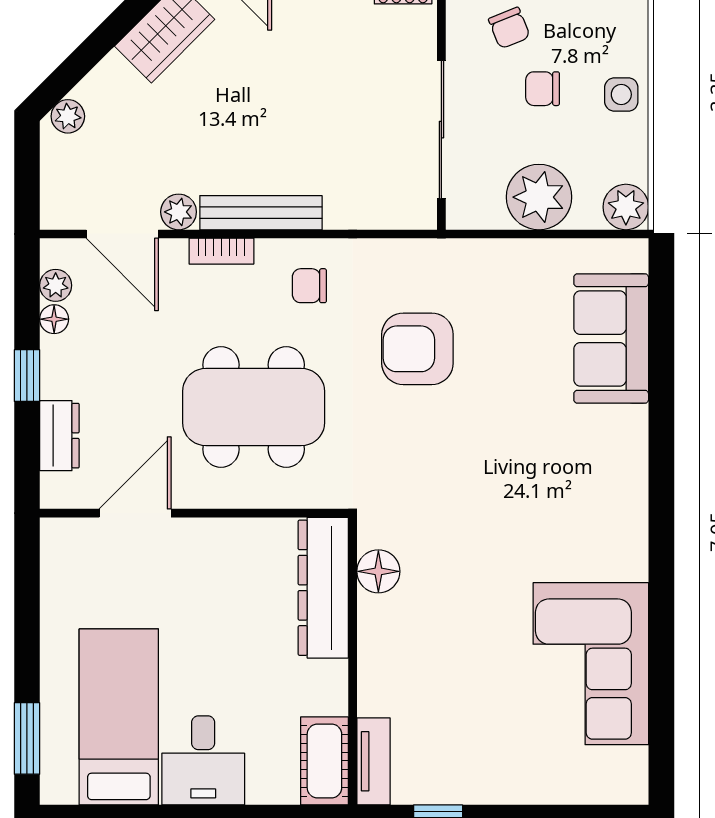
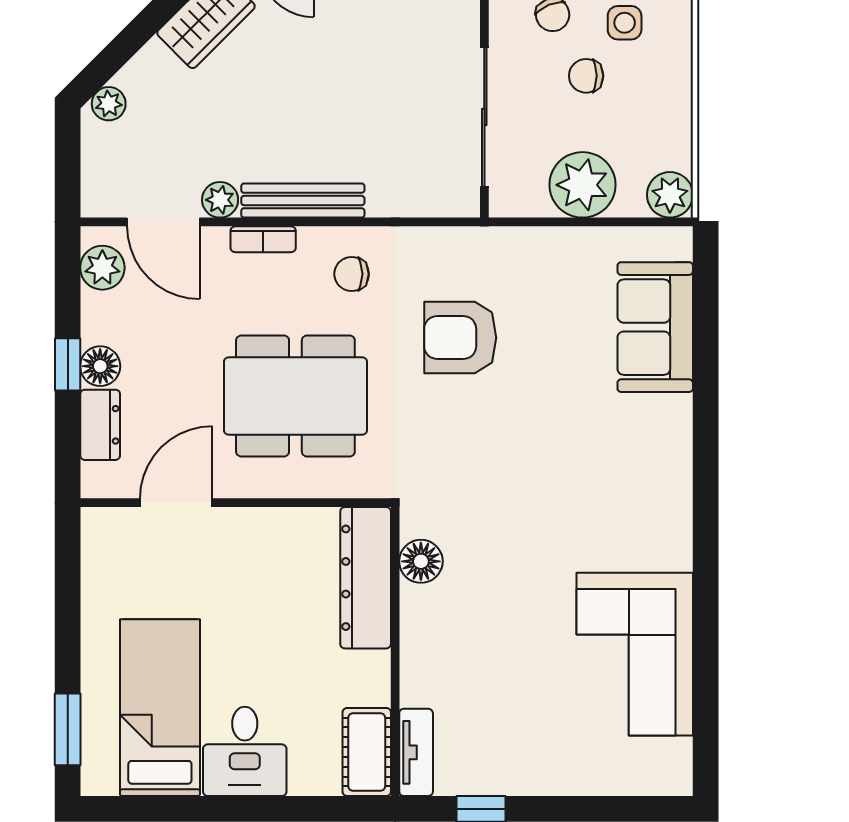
side table: (621, 94) -> (625, 23), moved
plant: (56, 285) -> (102, 268), width x1.38, depth x1.38
floor lamp: (54, 319) -> (100, 366), moved, width x1.37, depth x1.37

